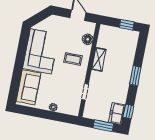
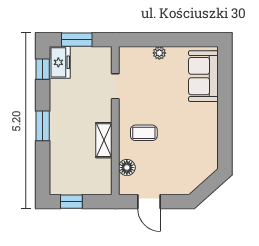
corner sofa: (41, 51) -> (195, 135), removed

